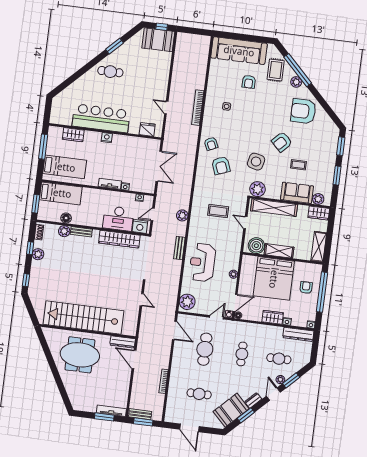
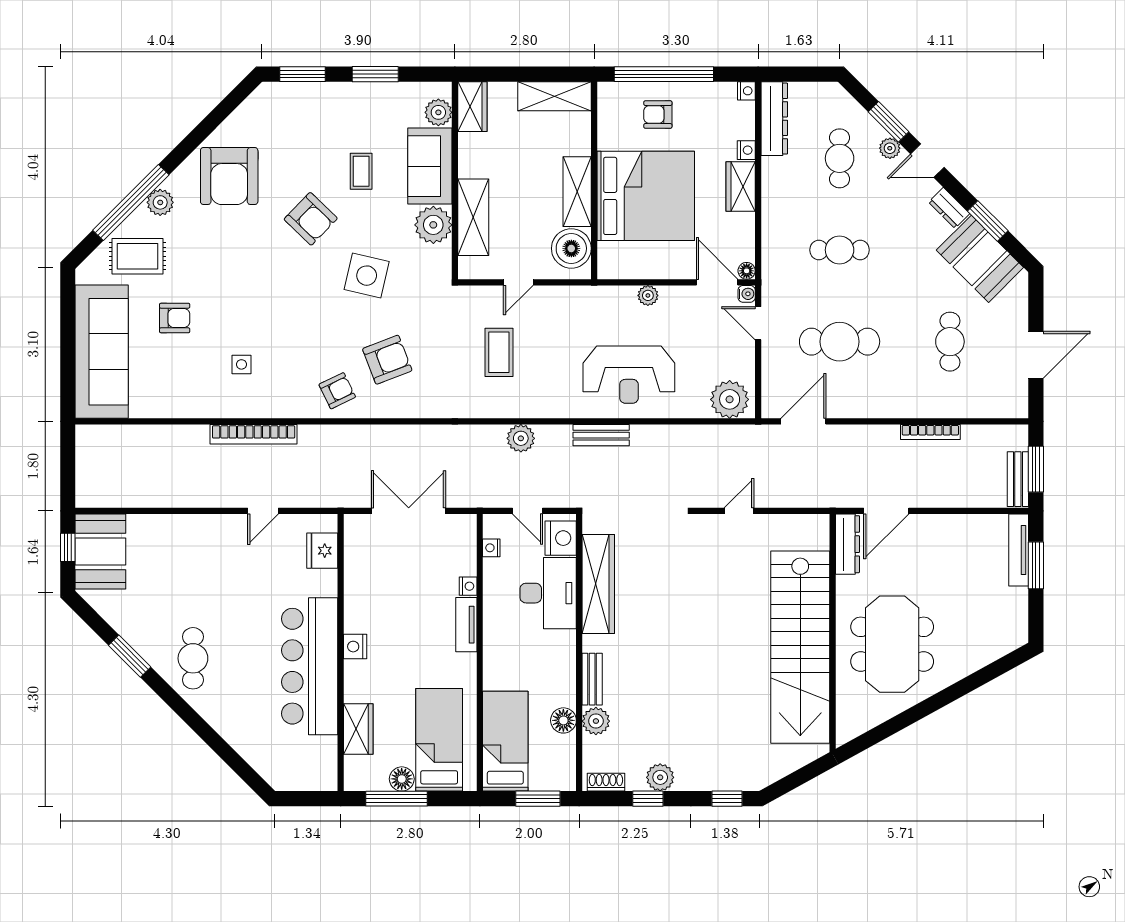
floor lamp: (51, 150) -> (402, 779), added
plant: (258, 189) -> (433, 225), moved
shelving: (274, 208) -> (473, 217), width x0.68

